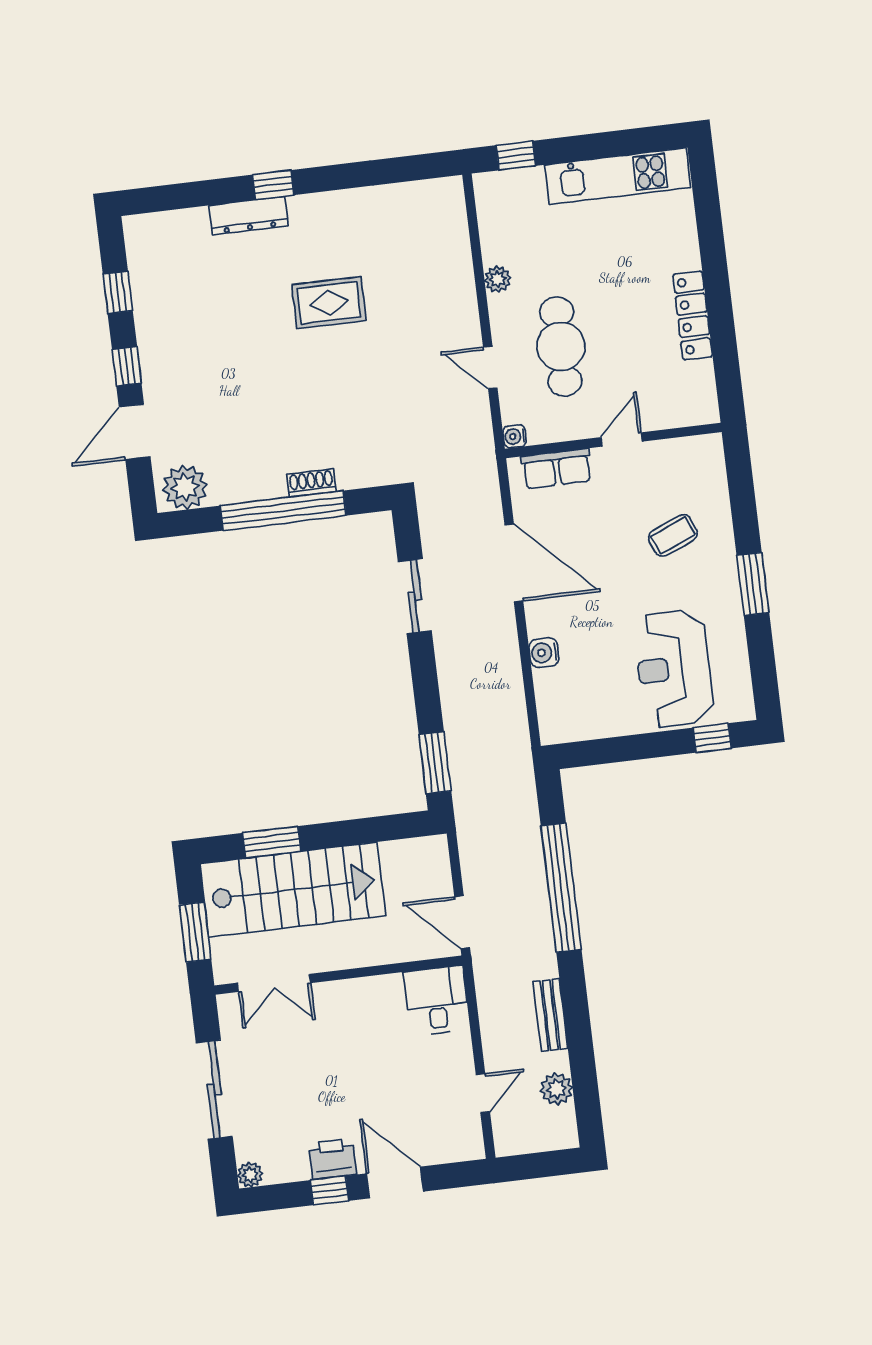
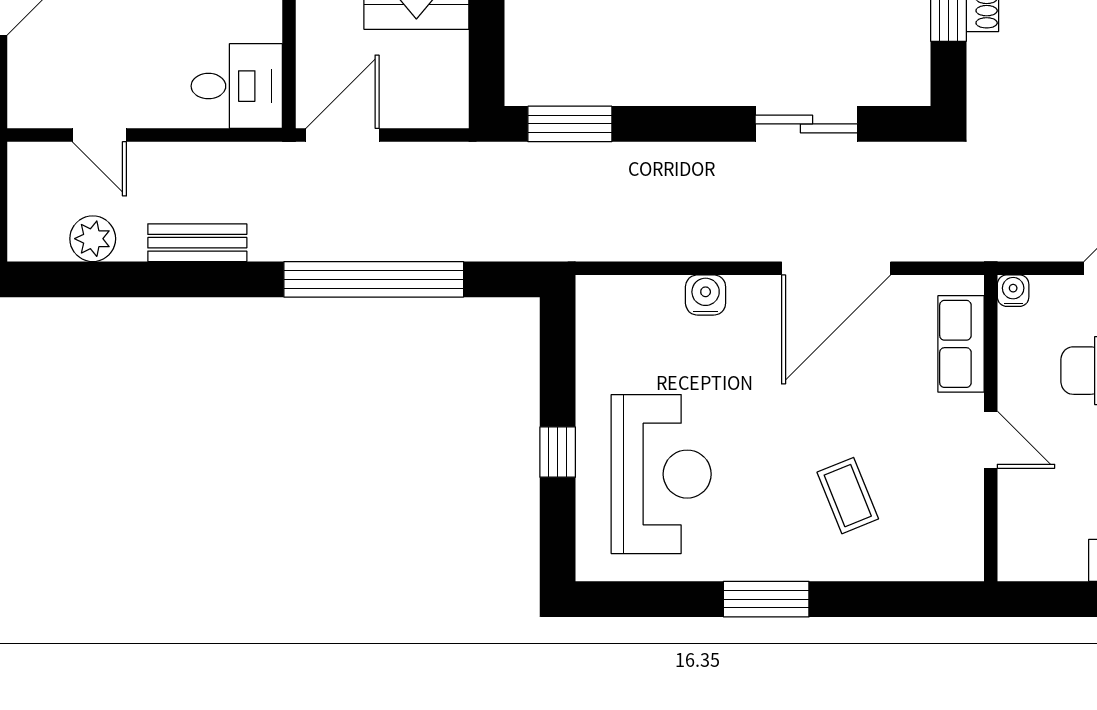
reception desk: (674, 669) -> (661, 474), turned 90
window: (712, 738) -> (558, 452), moved

